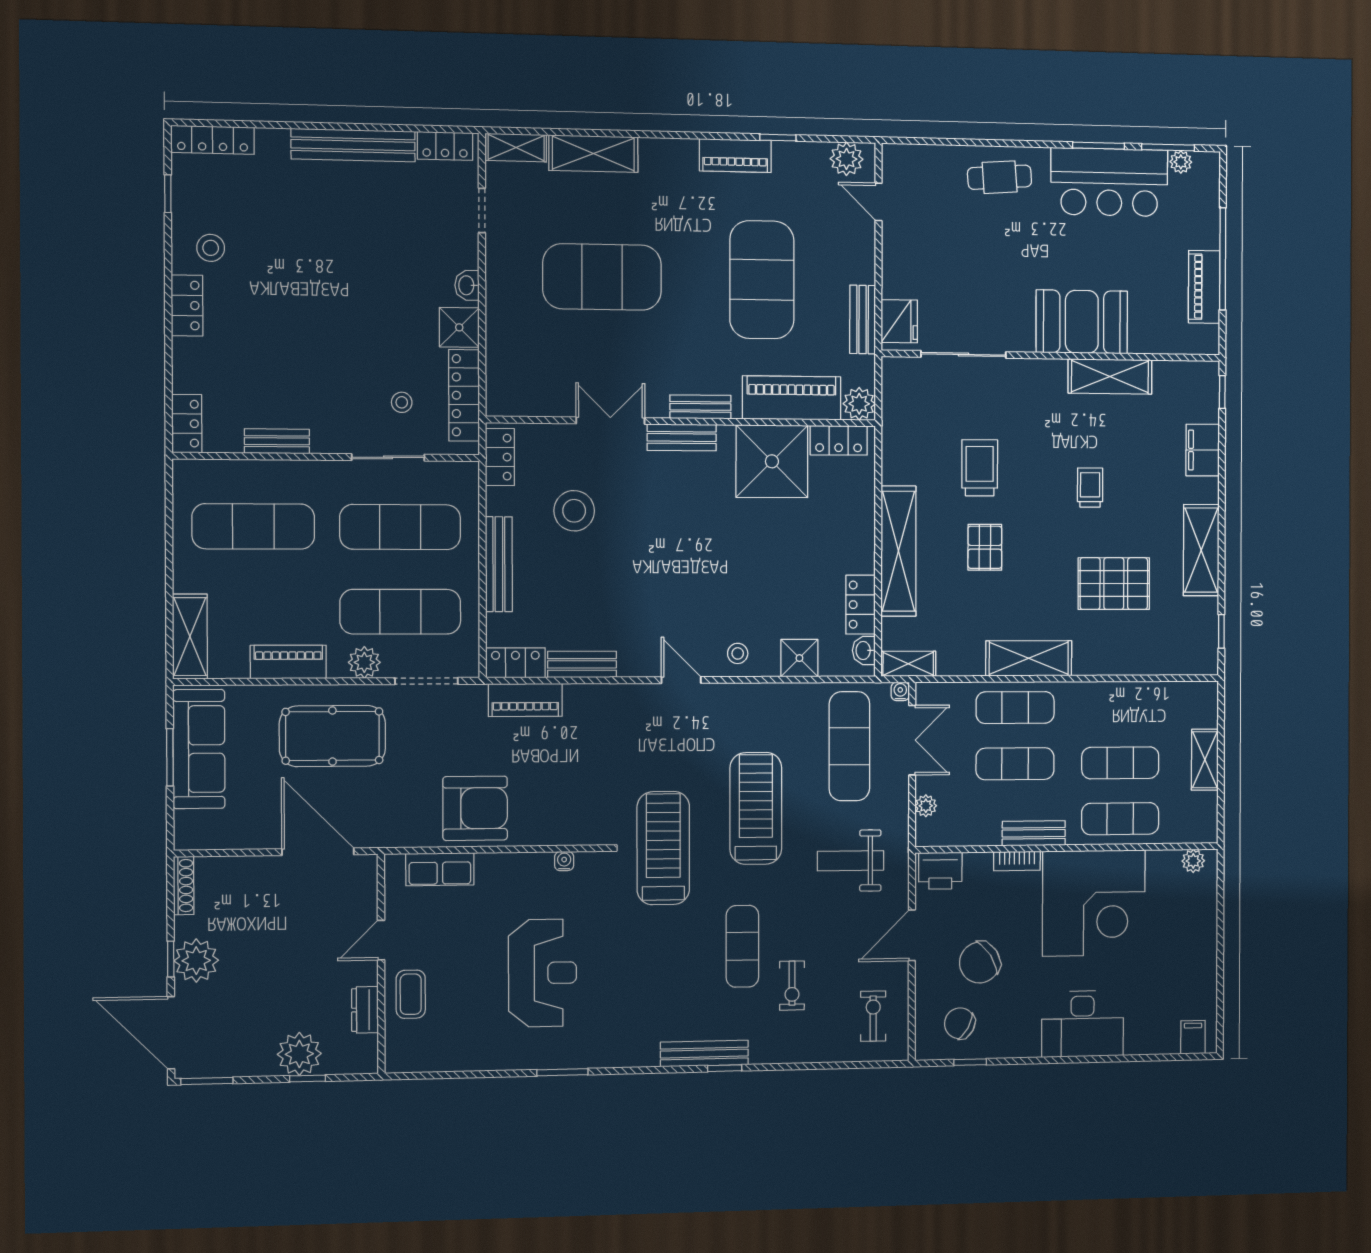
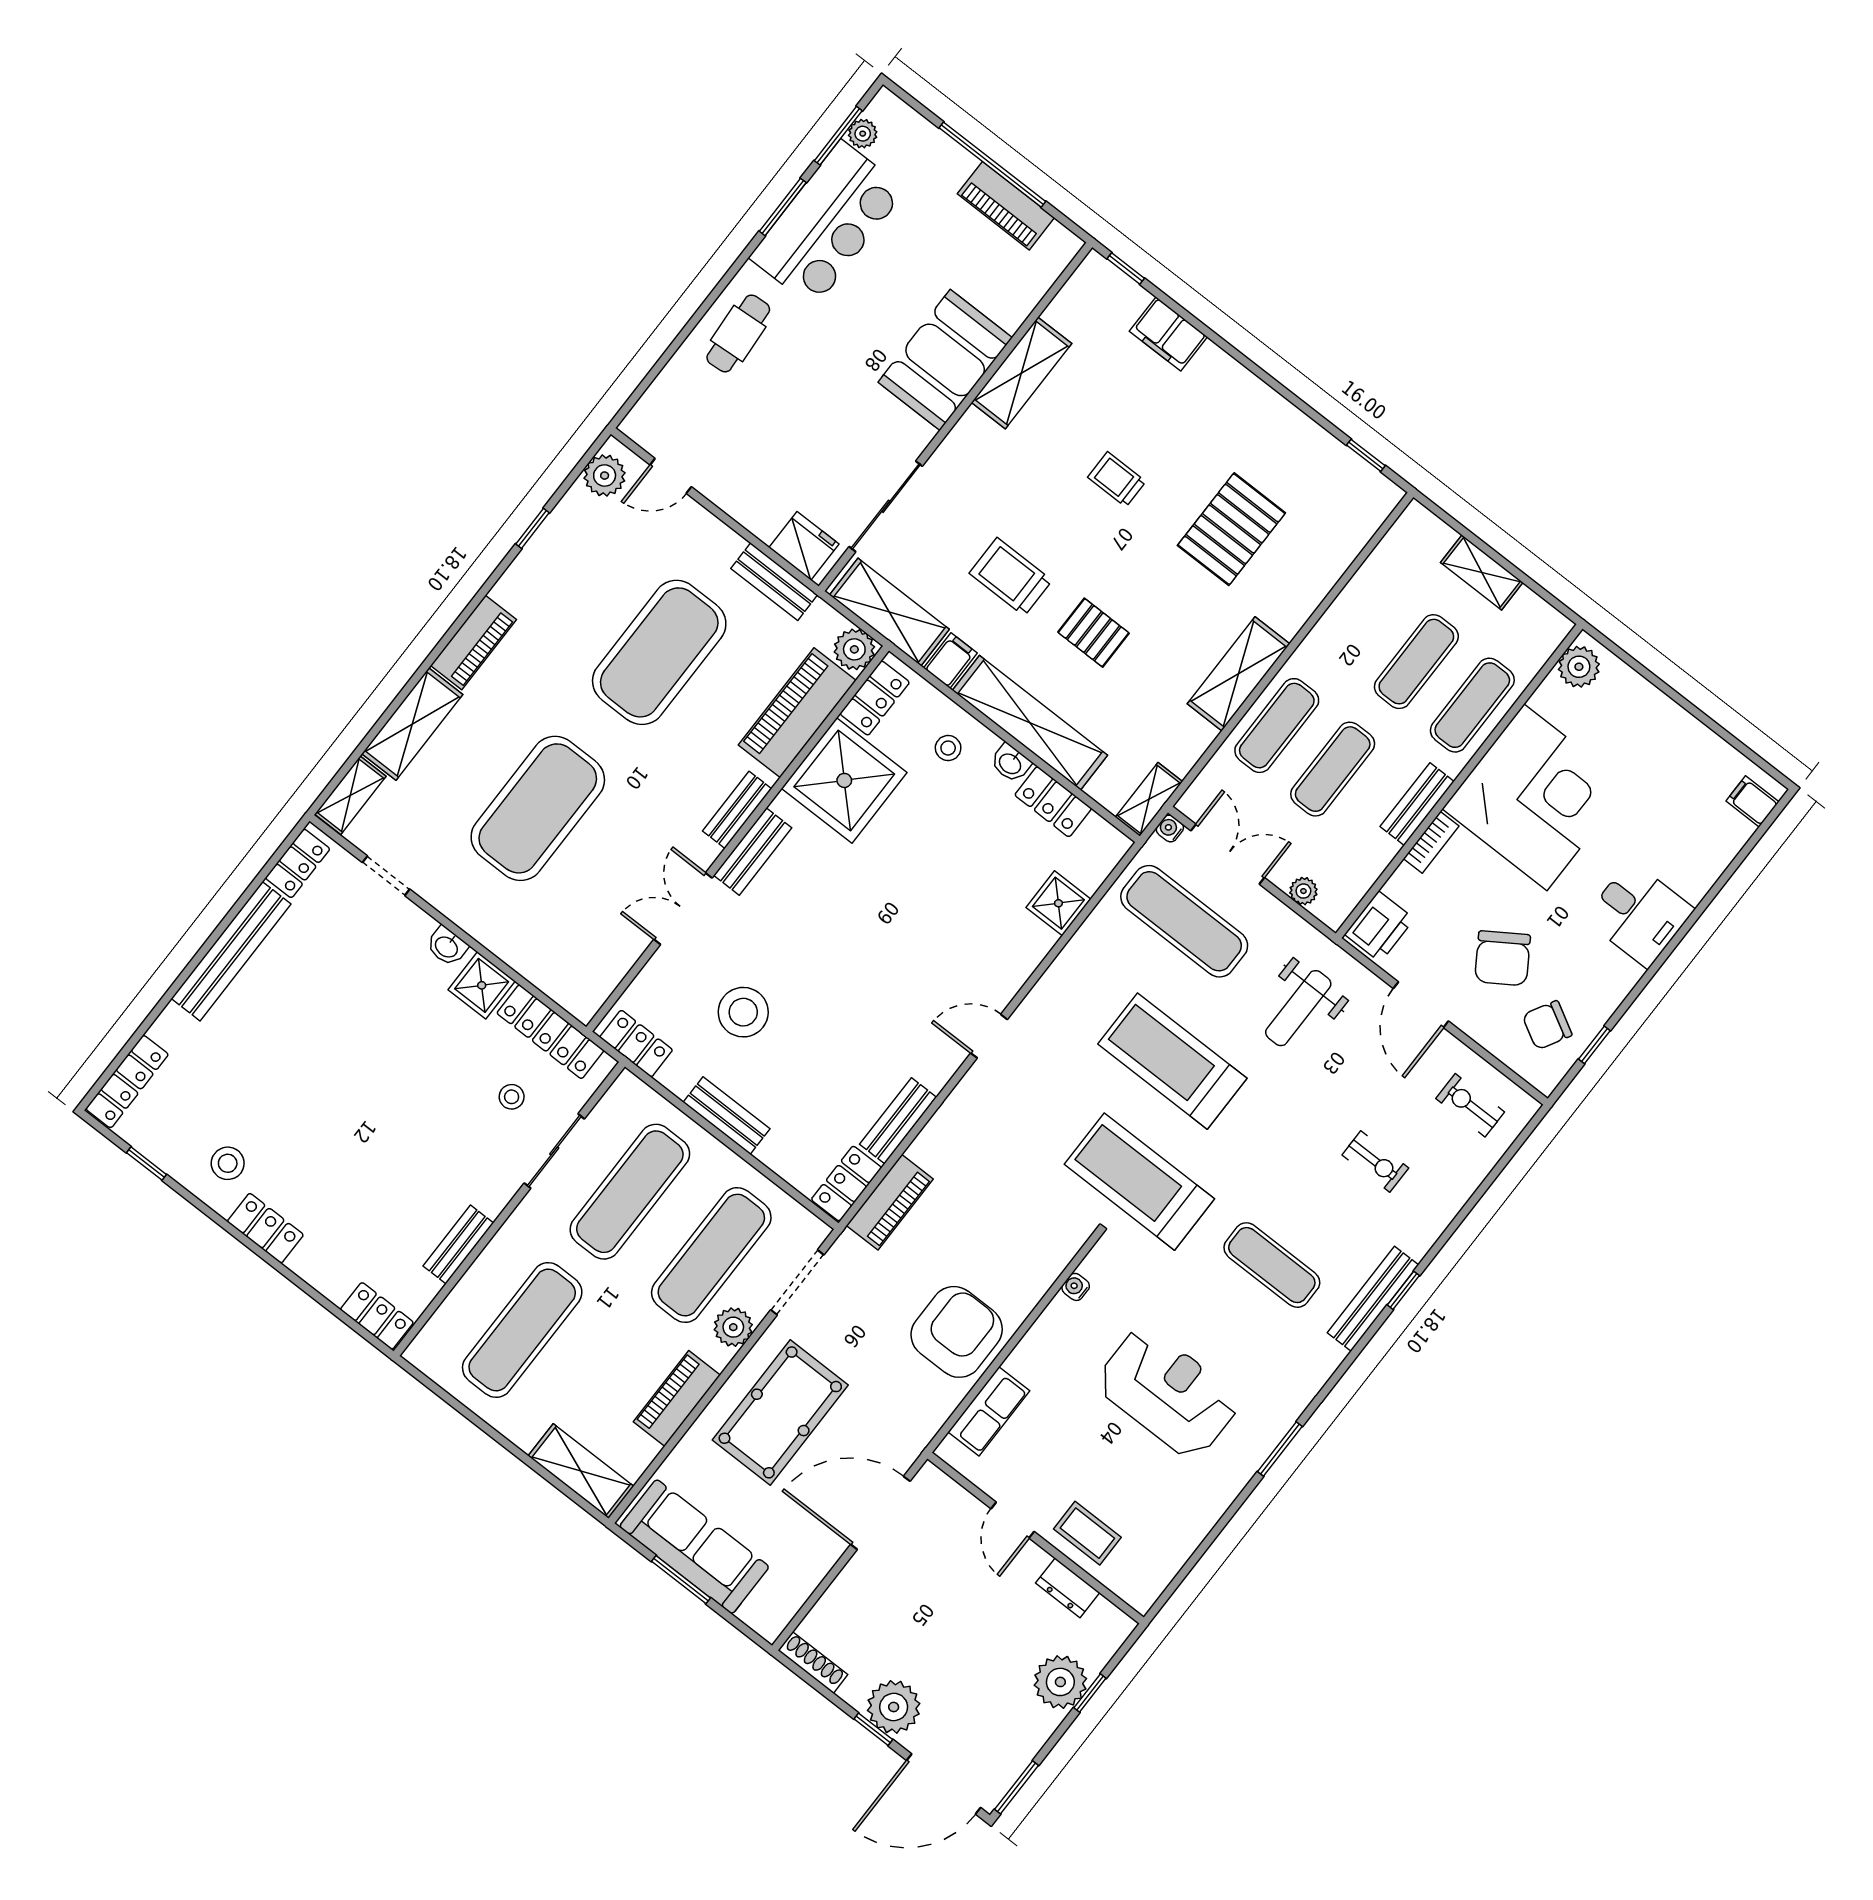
piano: (735, 156) -> (473, 643), moved
exercise mat: (762, 280) -> (659, 652), turned 90
filing cabinet: (899, 470) -> (950, 661), added
shelving: (1201, 550) -> (889, 612), moved
bench: (499, 564) -> (726, 1116), width x0.73
washbasin: (864, 650) -> (1011, 763), moved
stool: (738, 653) -> (948, 748), moved
plant: (1193, 861) -> (1579, 667), width x1.38, depth x1.38
exercise mat: (742, 946) -> (1272, 1265), moved
desk: (1083, 1024) -> (1639, 914), width x0.73

